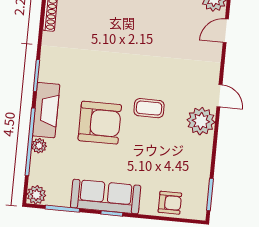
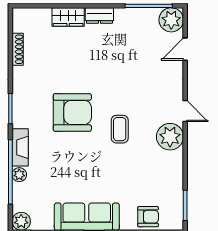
coffee table: (149, 108) -> (120, 129), turned 90
fireplace: (46, 110) -> (20, 147), width x0.73, depth x0.76
armchair: (100, 123) -> (72, 112), moved

